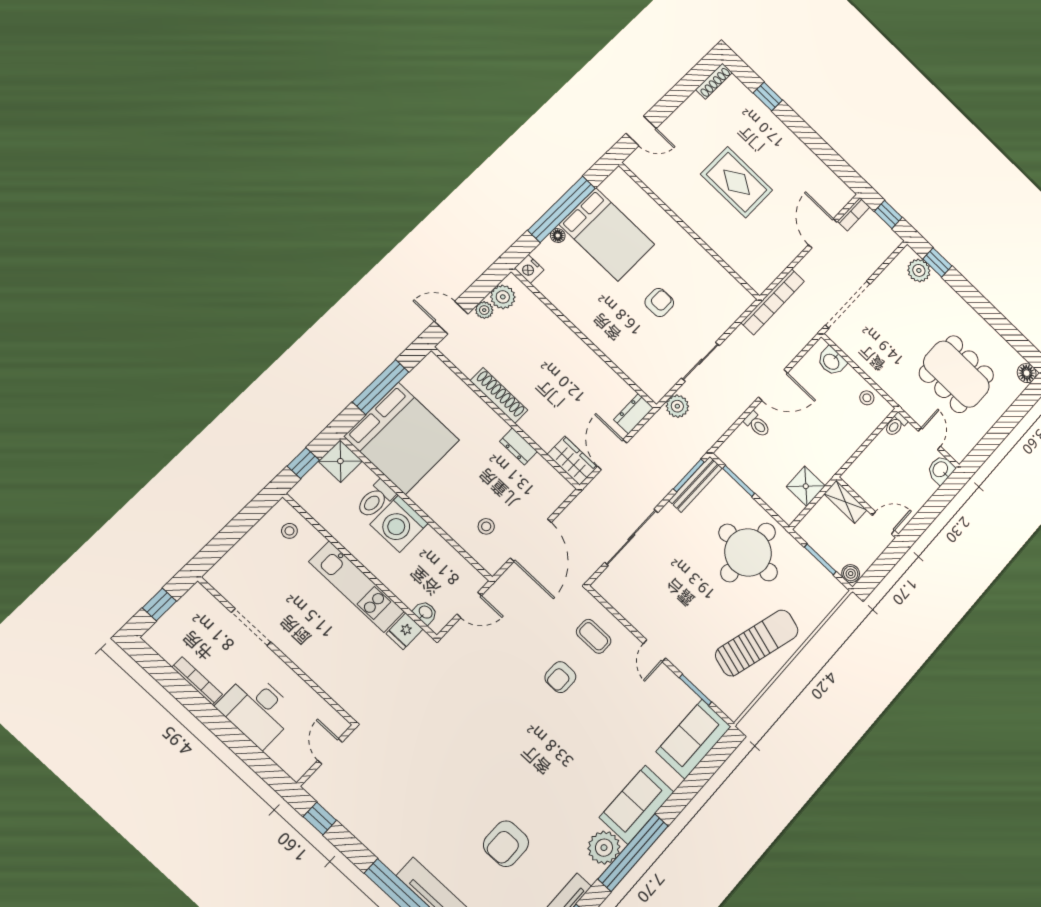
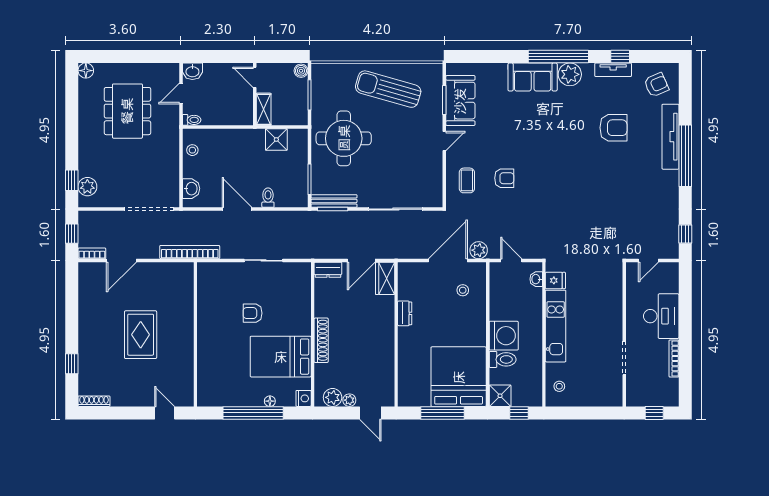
bed: (607, 234) -> (281, 357), moved, turned -90
shoe rack: (499, 396) -> (321, 340), moved, turned 180
plant: (677, 406) -> (479, 250), moved
sofa: (694, 739) -> (460, 101), moved, turned -90

